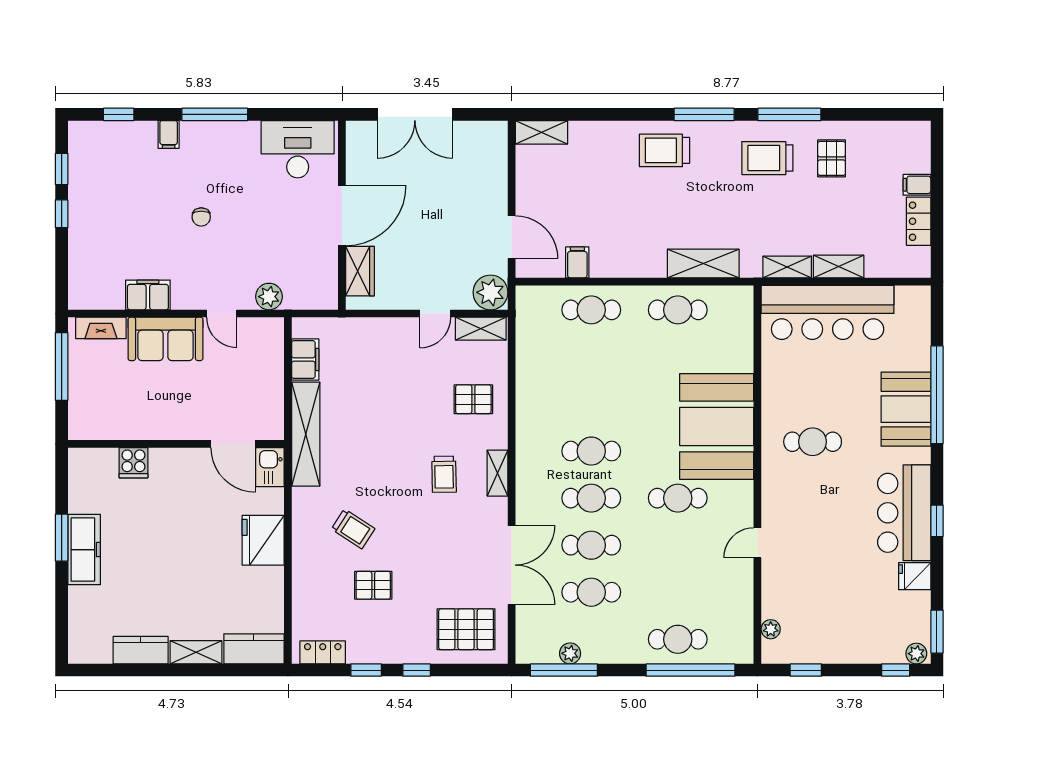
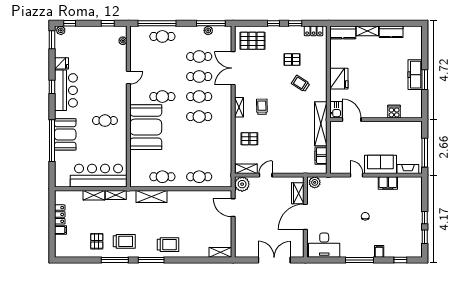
filing cabinet: (577, 262) -> (205, 197), removed
plant: (269, 297) -> (315, 182), moved

